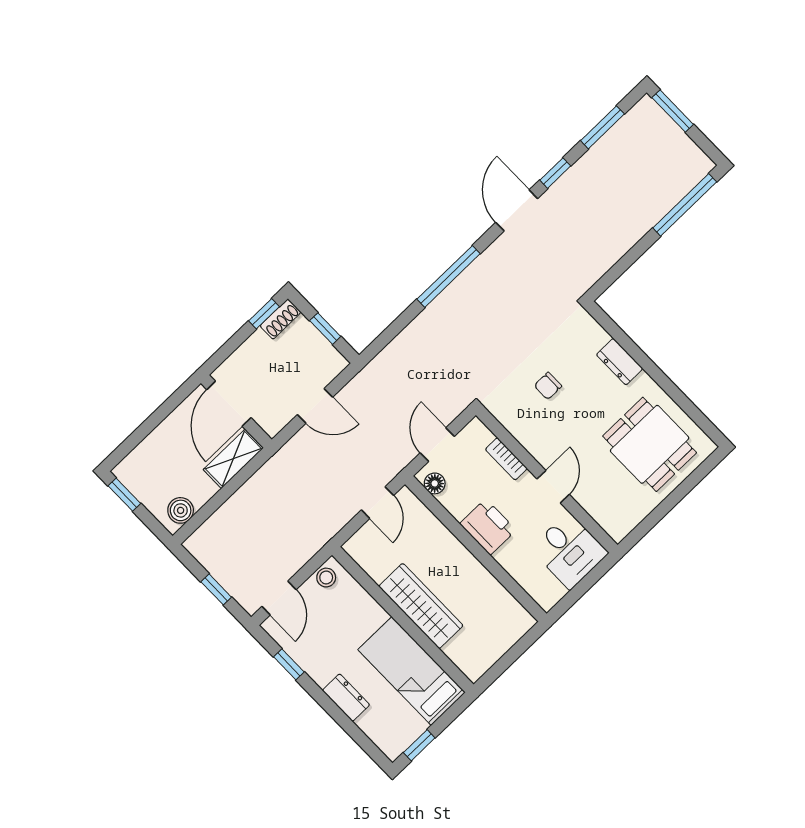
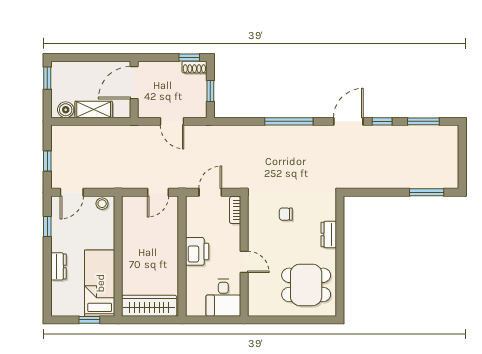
window: (673, 111) -> (462, 145), removed
window: (685, 205) -> (427, 192), width x0.69
dining table: (650, 444) -> (306, 285), turned 90
shelving: (233, 459) -> (94, 109), moved
bookcase: (506, 459) -> (235, 210), moved
floor lamp: (435, 483) -> (192, 209), removed
door: (553, 487) -> (244, 262), hinge flipped
wardrobe: (421, 606) -> (149, 306), moved, turned -90
window: (419, 745) -> (89, 320), moved

